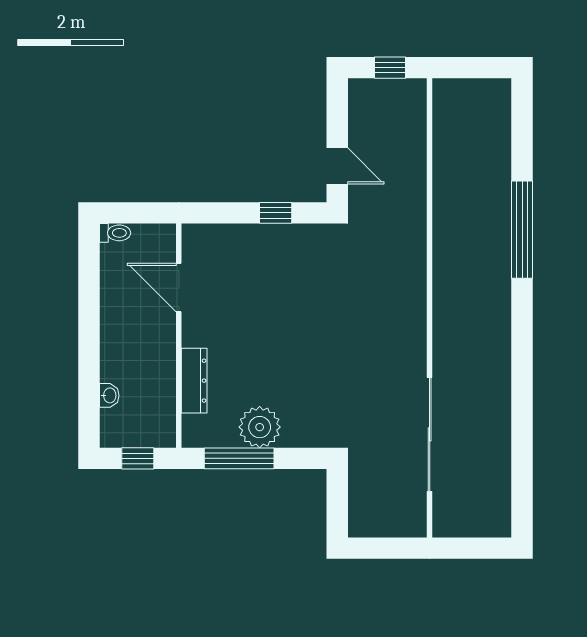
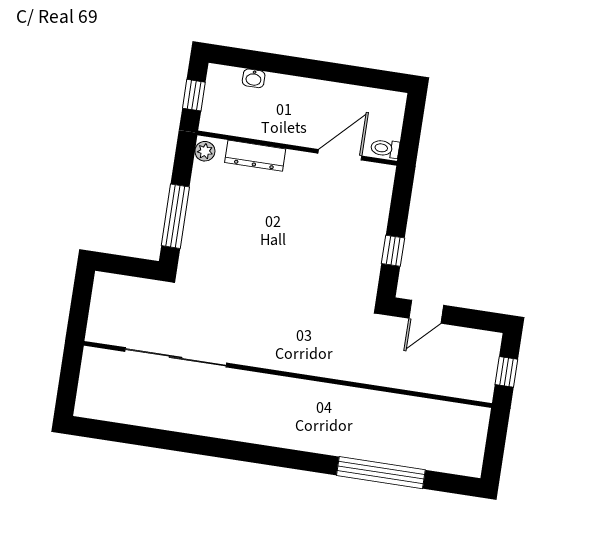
window: (522, 230) -> (381, 473), moved
toilet: (115, 233) -> (385, 148), moved, turned 90
plant: (260, 427) -> (205, 151), moved, width x0.53, depth x0.53
window: (239, 458) -> (175, 216), moved

